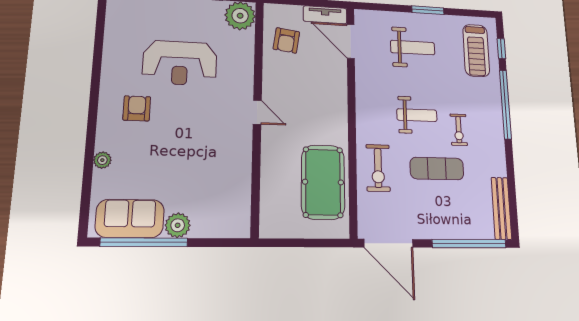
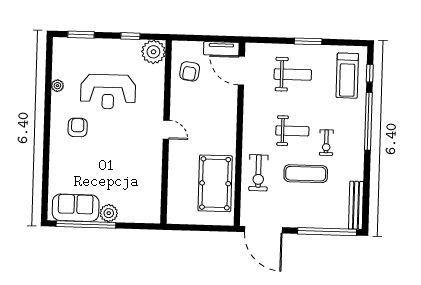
plant: (102, 160) -> (57, 86), moved

